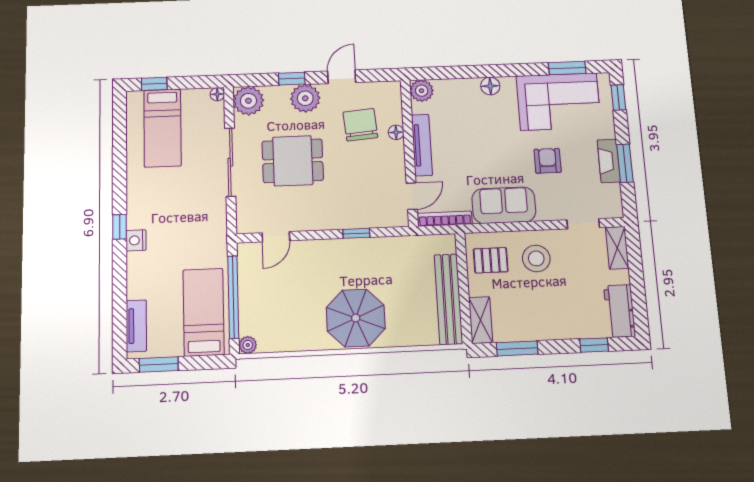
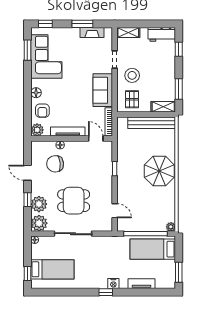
plant: (305, 98) -> (39, 204), moved
dining table: (293, 161) -> (74, 201), turned 90
armchair: (548, 161) -> (42, 111), moved, turned -90
fireplace: (609, 161) -> (92, 32), moved
doorway: (583, 224) -> (115, 59), moved
tv unit: (136, 326) -> (142, 284), moved

